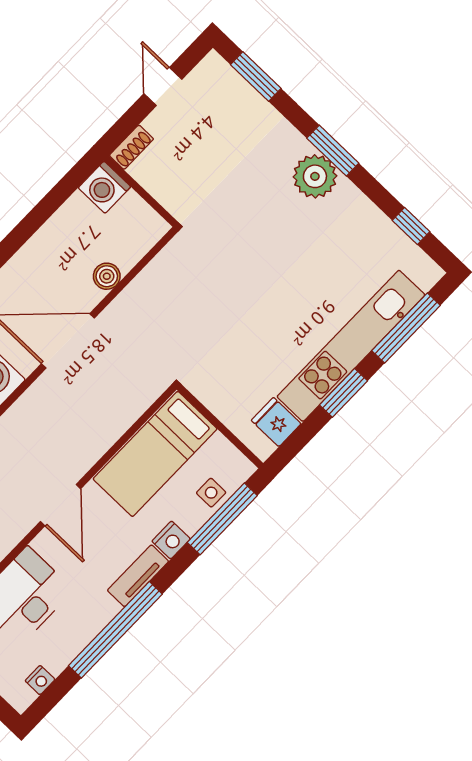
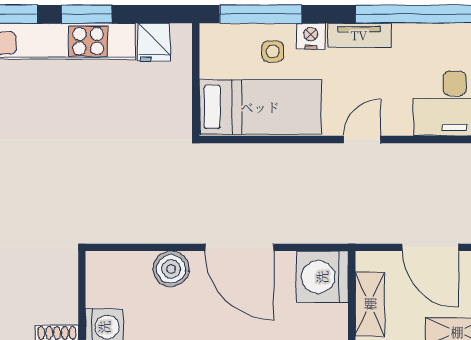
boiler: (107, 276) -> (171, 269), width x1.36, depth x1.36
side table: (211, 493) -> (273, 51), moved
door: (61, 505) -> (362, 139), width x0.73

